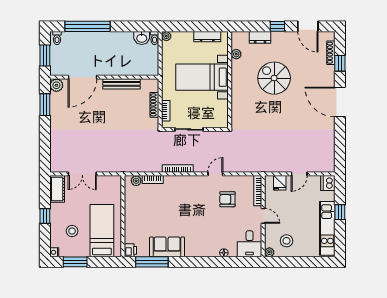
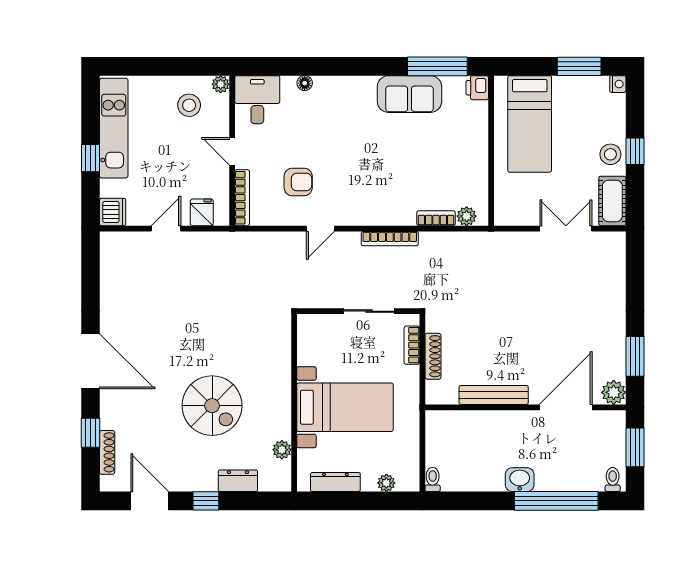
plant: (166, 36) -> (386, 483), moved
washbasin: (142, 38) -> (520, 480), moved
stool: (72, 231) -> (610, 154), moved

